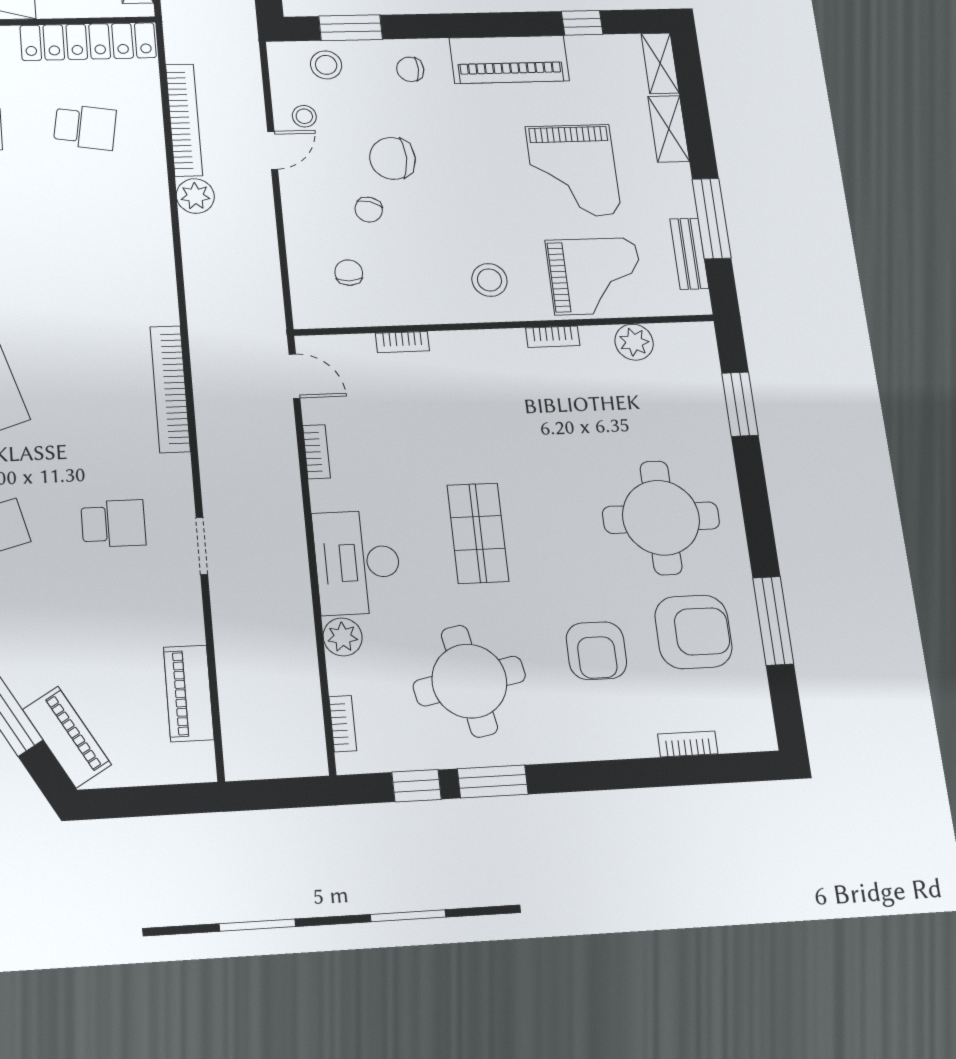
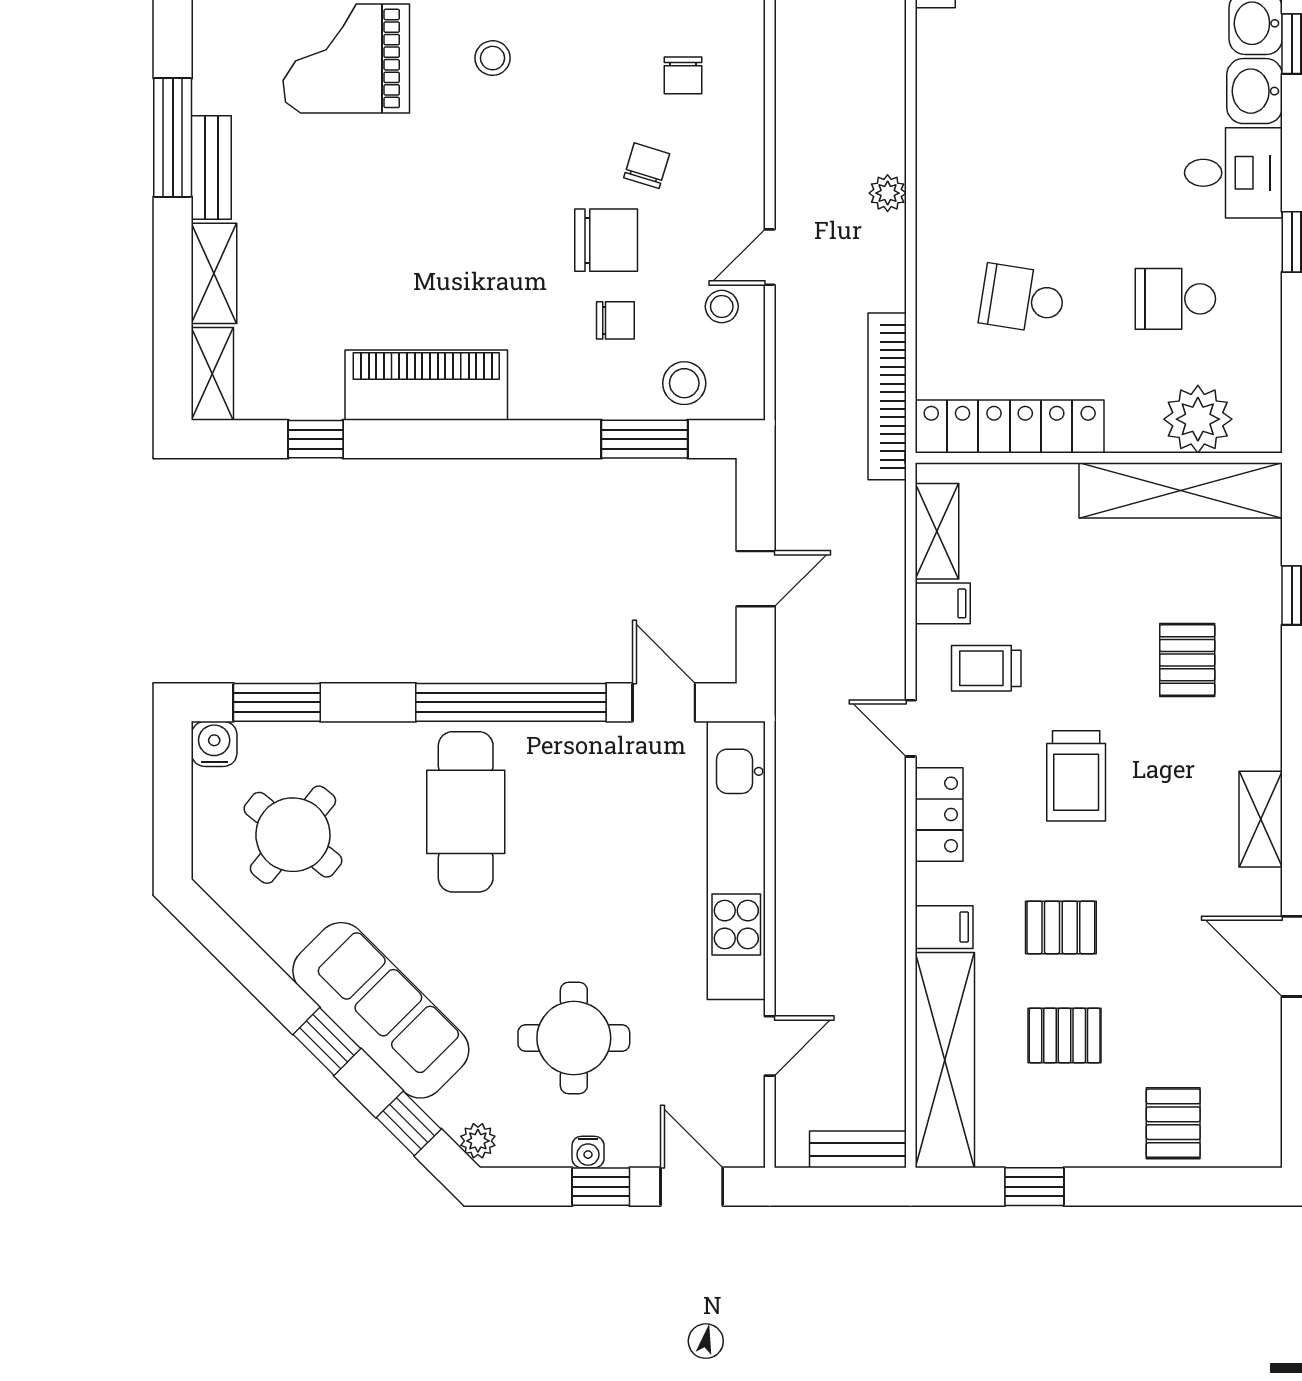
chair: (410, 69) -> (615, 320), moved
bookcase: (184, 120) -> (887, 396), moved
grand piano: (573, 171) -> (357, 214), removed
plant: (195, 196) -> (888, 193), width x0.73, depth x0.73
bench: (689, 254) -> (211, 168), moved
stool: (489, 280) -> (493, 58), width x0.73, depth x0.73

